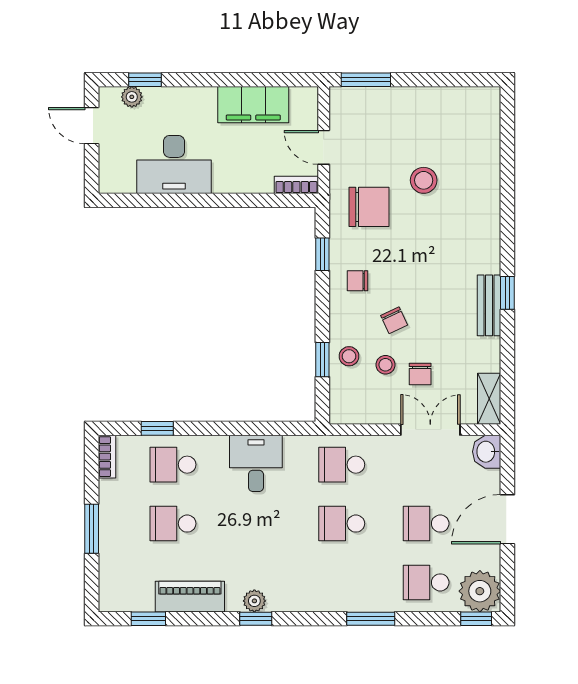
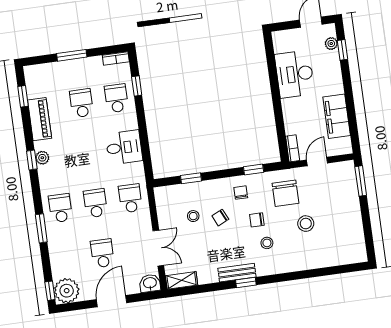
stool: (349, 356) -> (267, 243), moved
chair: (420, 374) -> (257, 220), moved
door: (507, 519) -> (112, 301), hinge flipped
school desk: (426, 582) -> (60, 208), moved

